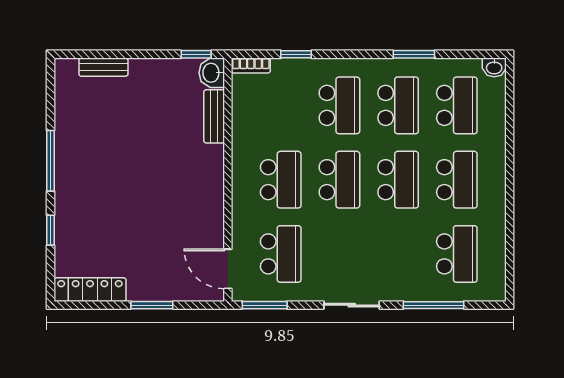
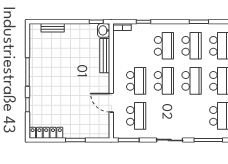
bench: (214, 116) -> (105, 56), width x1.36
door: (228, 269) -> (111, 103), moved

